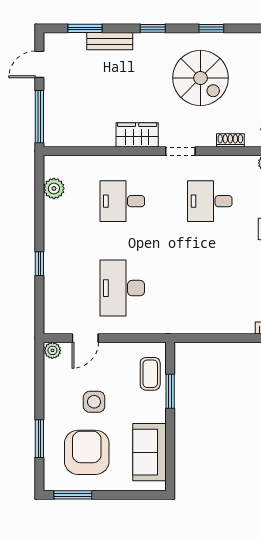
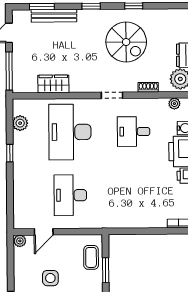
bench: (110, 41) -> (54, 16), width x1.36
wardrobe: (137, 135) -> (53, 84), moved
desk: (122, 201) -> (70, 132), width x1.87, depth x1.30
window: (39, 264) -> (10, 153), moved

